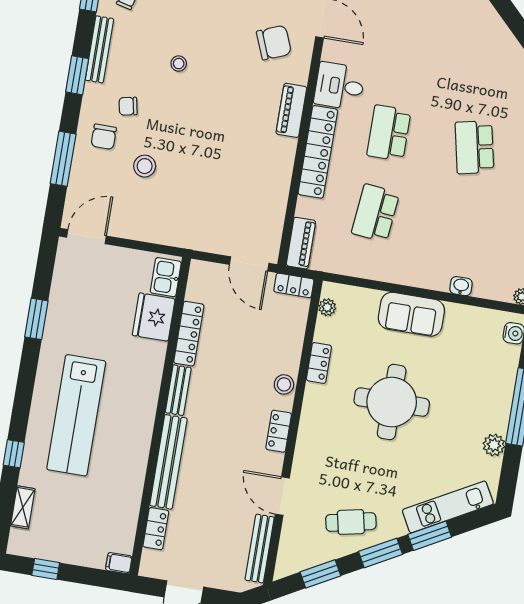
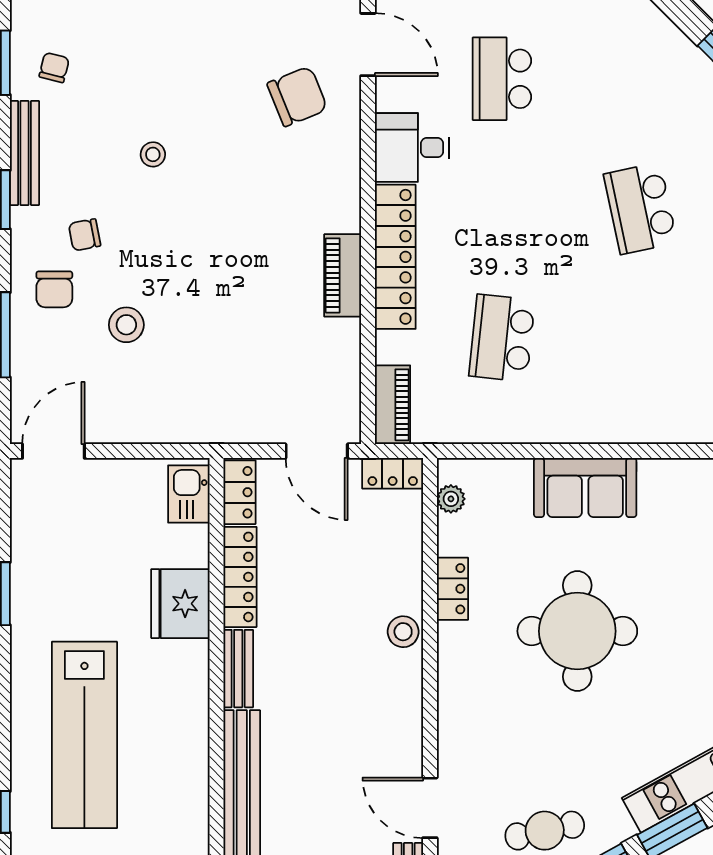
piano: (291, 110) -> (343, 275), moved
school desk: (389, 133) -> (502, 79), moved
washbasin: (461, 286) -> (656, 430), removed
fridge: (154, 317) -> (180, 604), moved
locker: (279, 431) -> (239, 492), moved, turned 180

